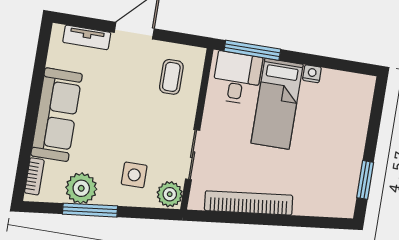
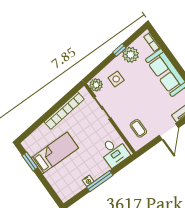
window: (252, 50) -> (100, 181), moved
bed: (277, 104) -> (55, 153), moved, turned 90
window: (90, 210) -> (119, 50), width x0.46

